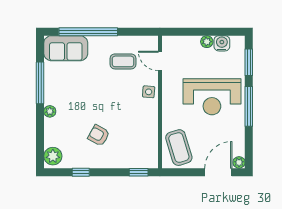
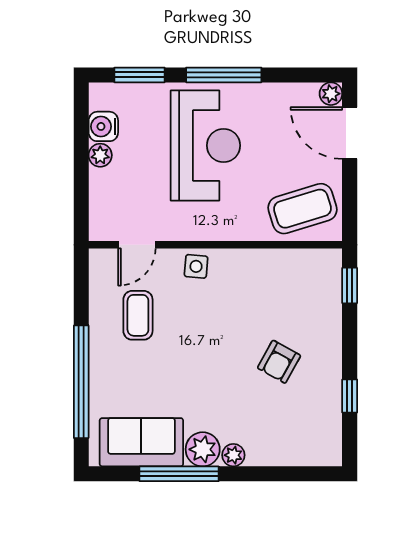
sofa: (66, 48) -> (141, 442), moved, turned -90
plant: (53, 156) -> (203, 449), moved

